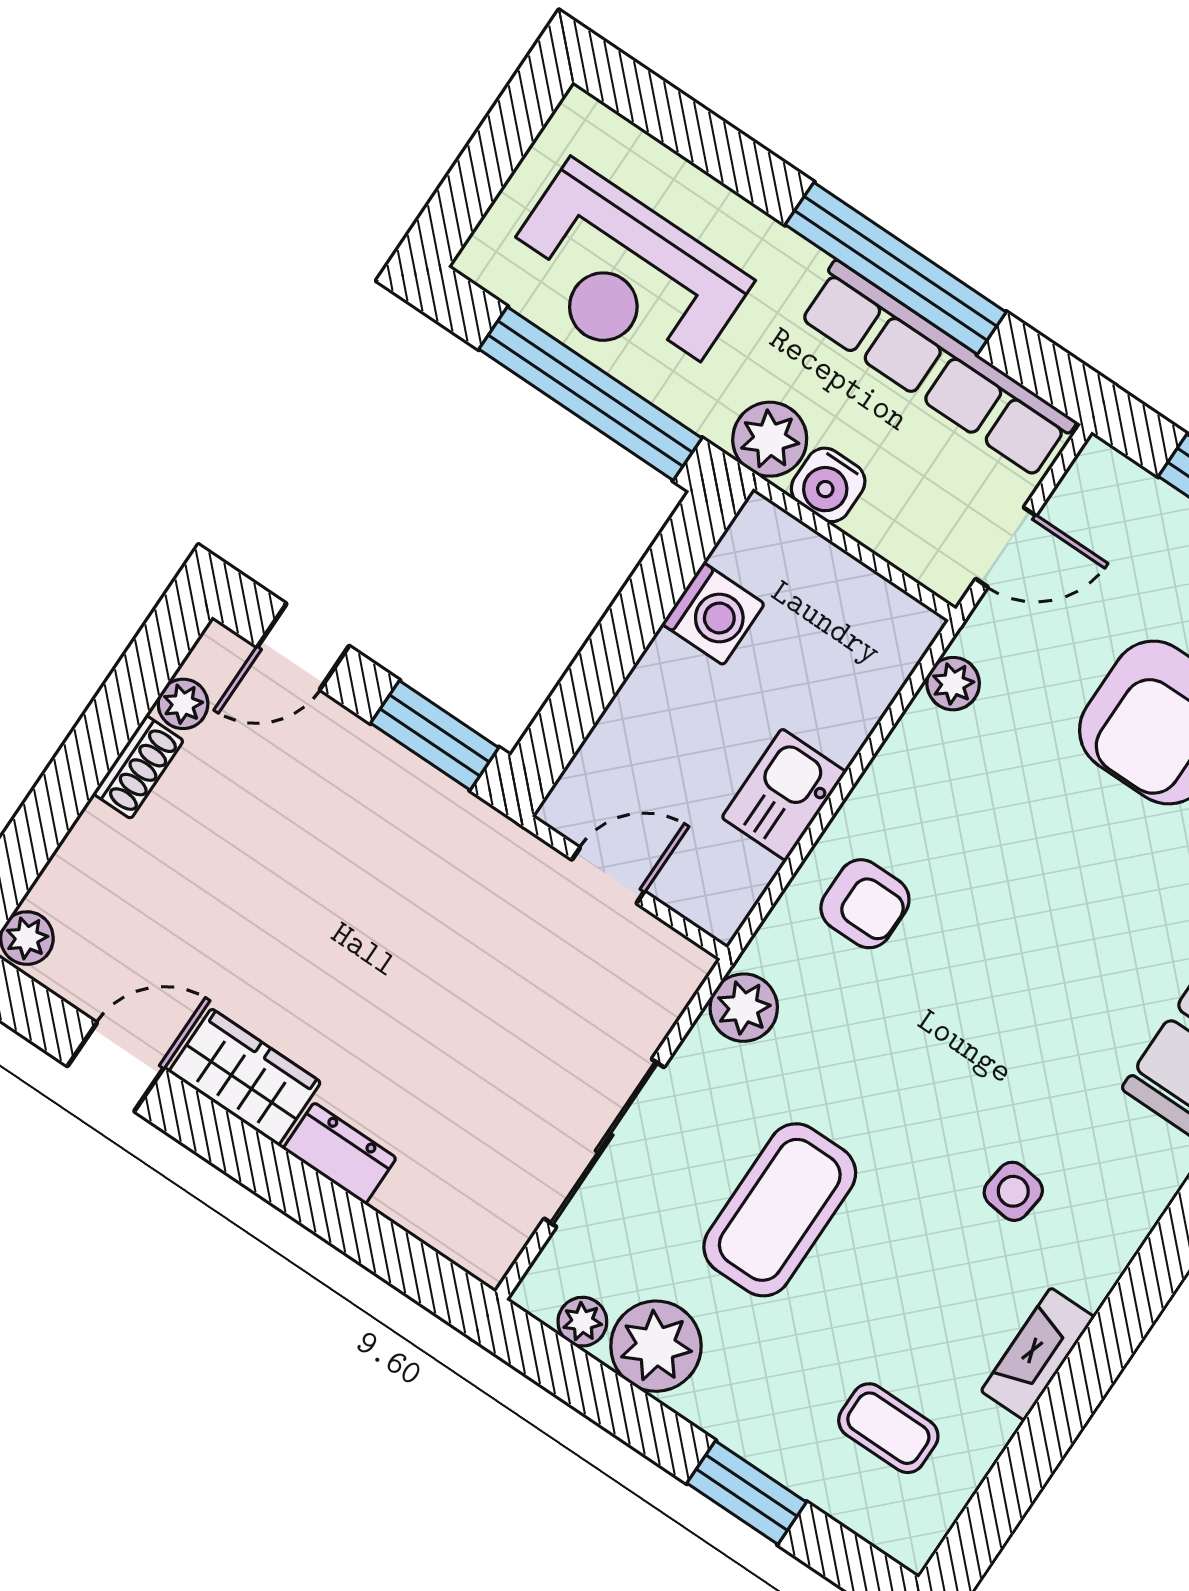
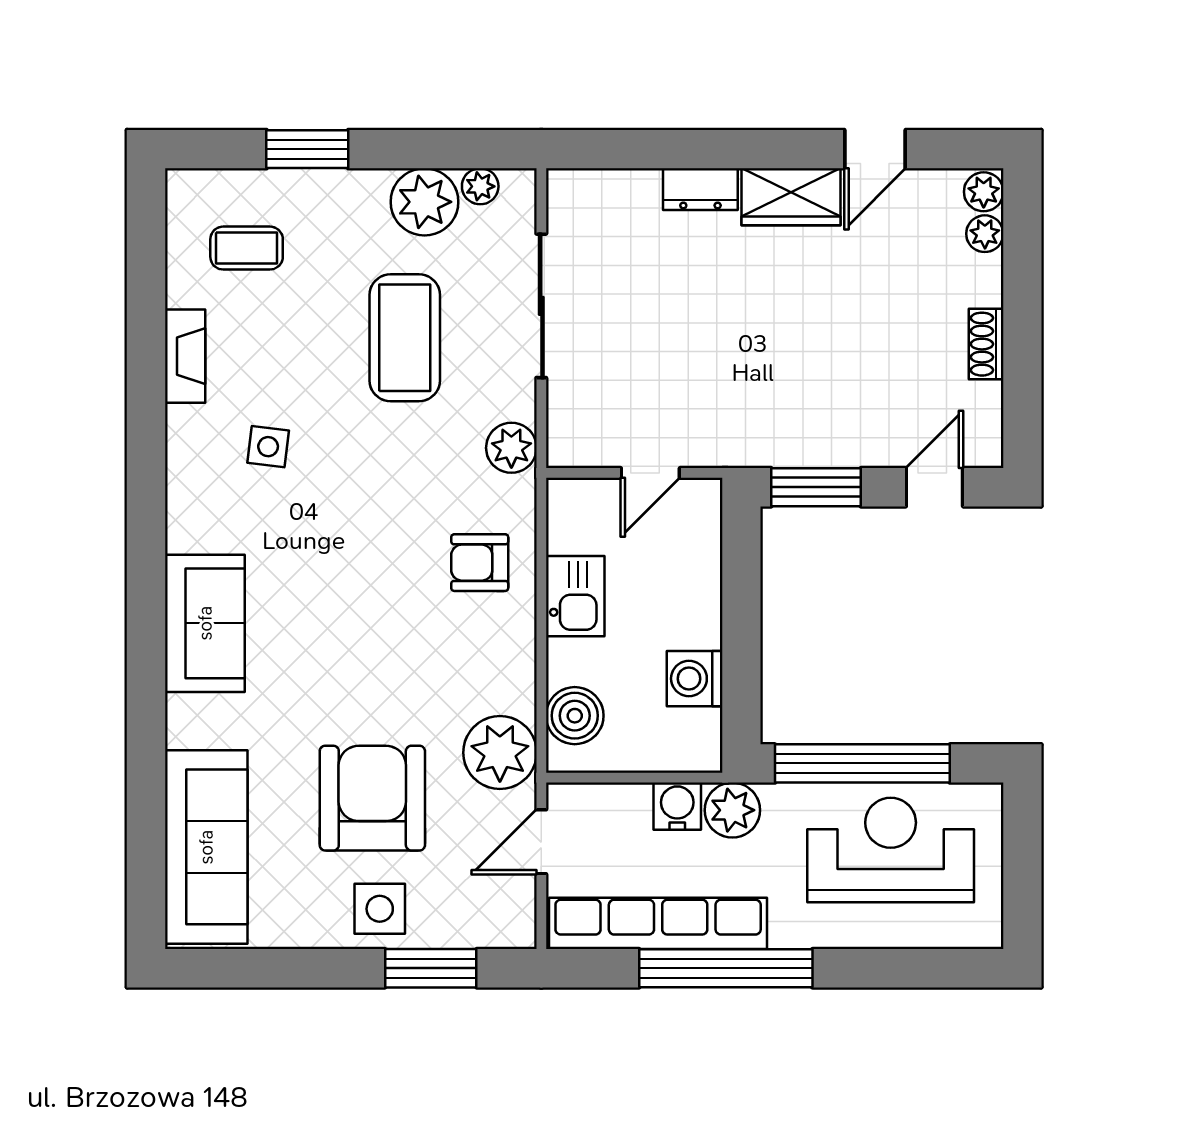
boiler: (874, 662) -> (575, 716), added
plant: (953, 684) -> (500, 753), width x1.88, depth x1.88
plant: (183, 704) -> (985, 234), moved

